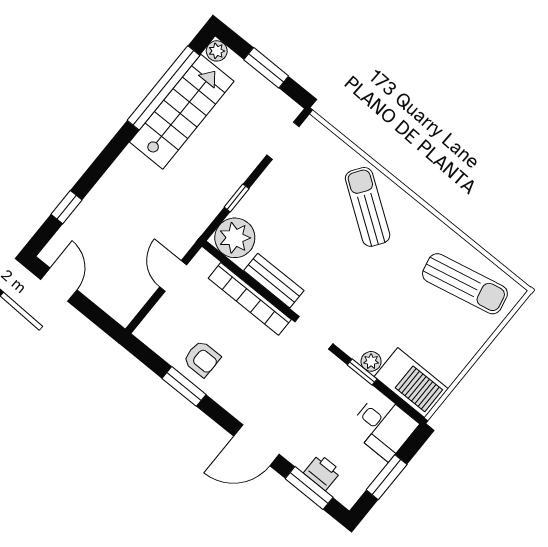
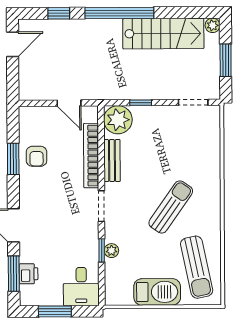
window: (163, 88) -> (119, 13), moved
sun lounger: (368, 207) -> (171, 207), moved
door: (173, 276) -> (69, 103), swing flipped
barbecue: (411, 383) -> (157, 292), moved, turned -90

